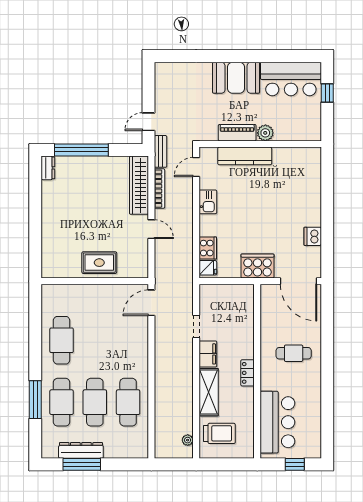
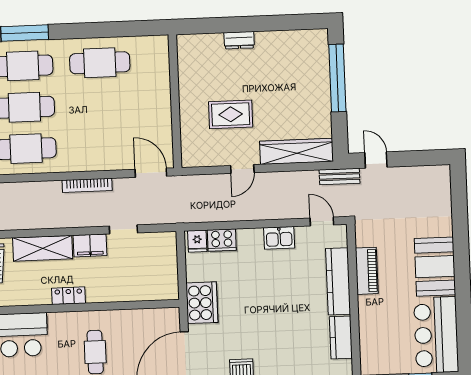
plant: (265, 133) -> (368, 306), removed
kitchen counter: (290, 156) -> (341, 337), added
dresser: (48, 168) -> (239, 40), moved
bookcase: (160, 189) -> (87, 185), moved
rug: (99, 263) -> (231, 114), moved, turned 90

